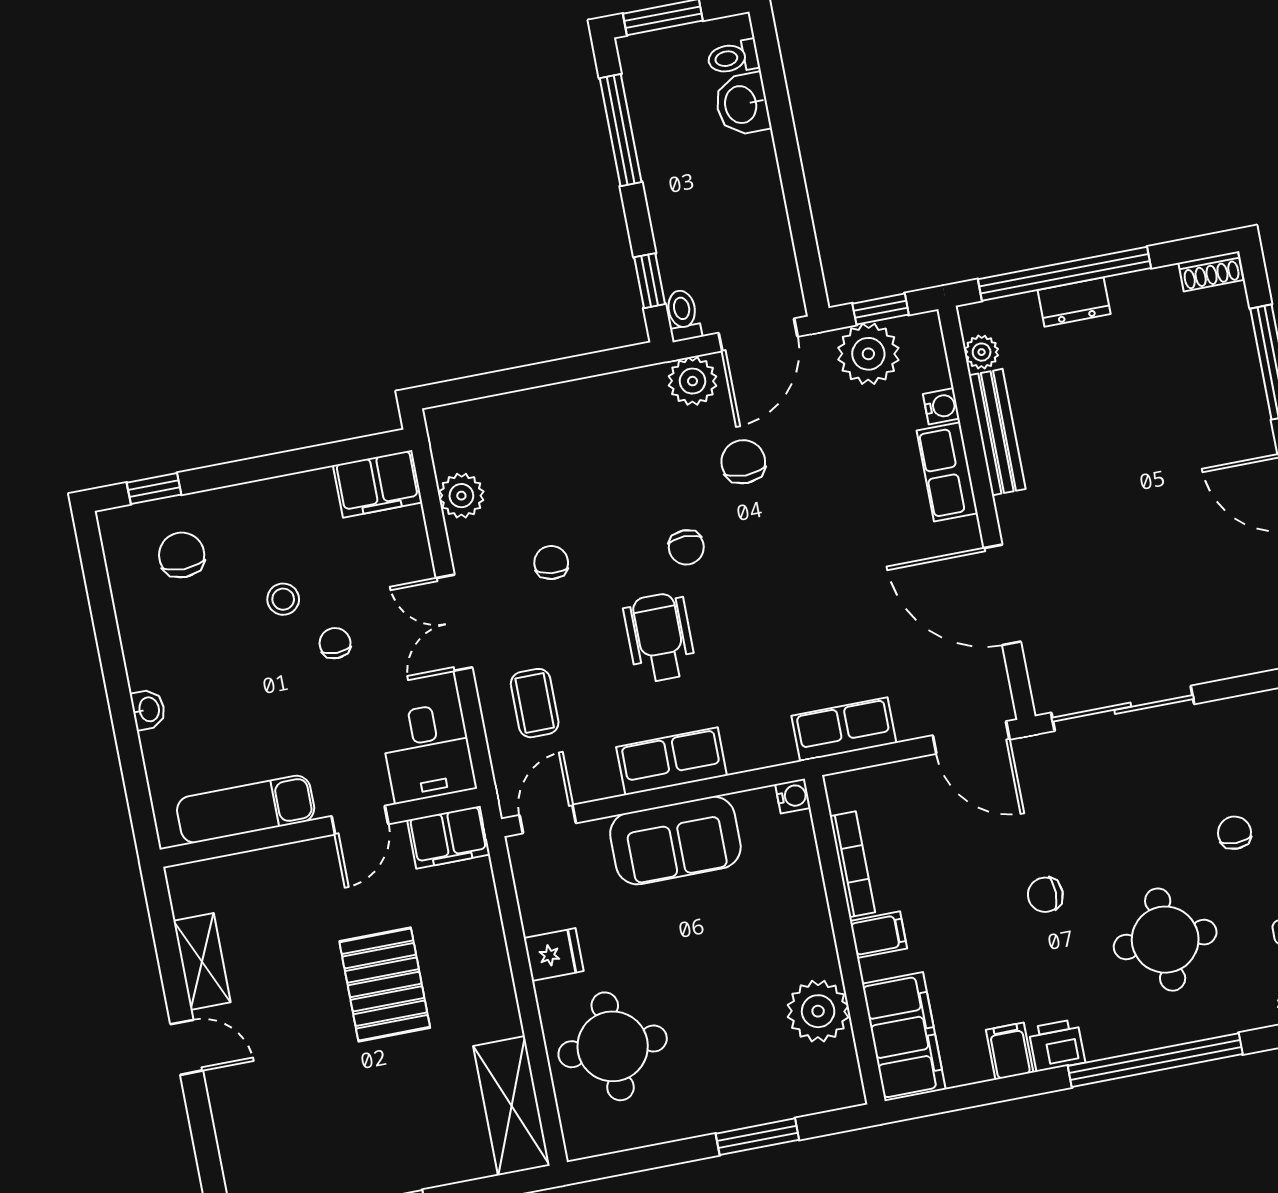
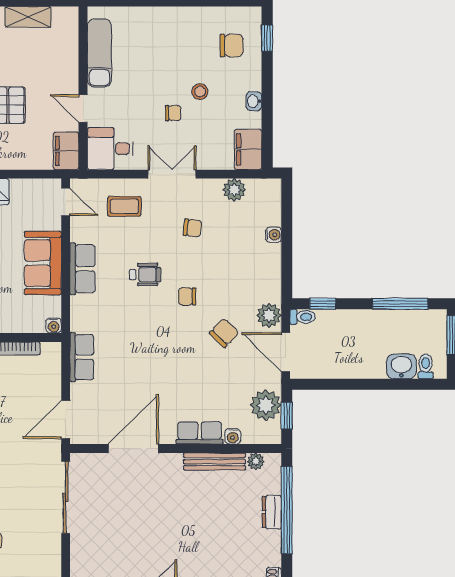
water cooler: (534, 403) -> (273, 235), added
chair: (743, 462) -> (224, 333), turned -46
wheelchair: (660, 637) -> (145, 275), width x0.73, depth x0.73
washbasin: (148, 709) -> (254, 101), moved, turned 90

